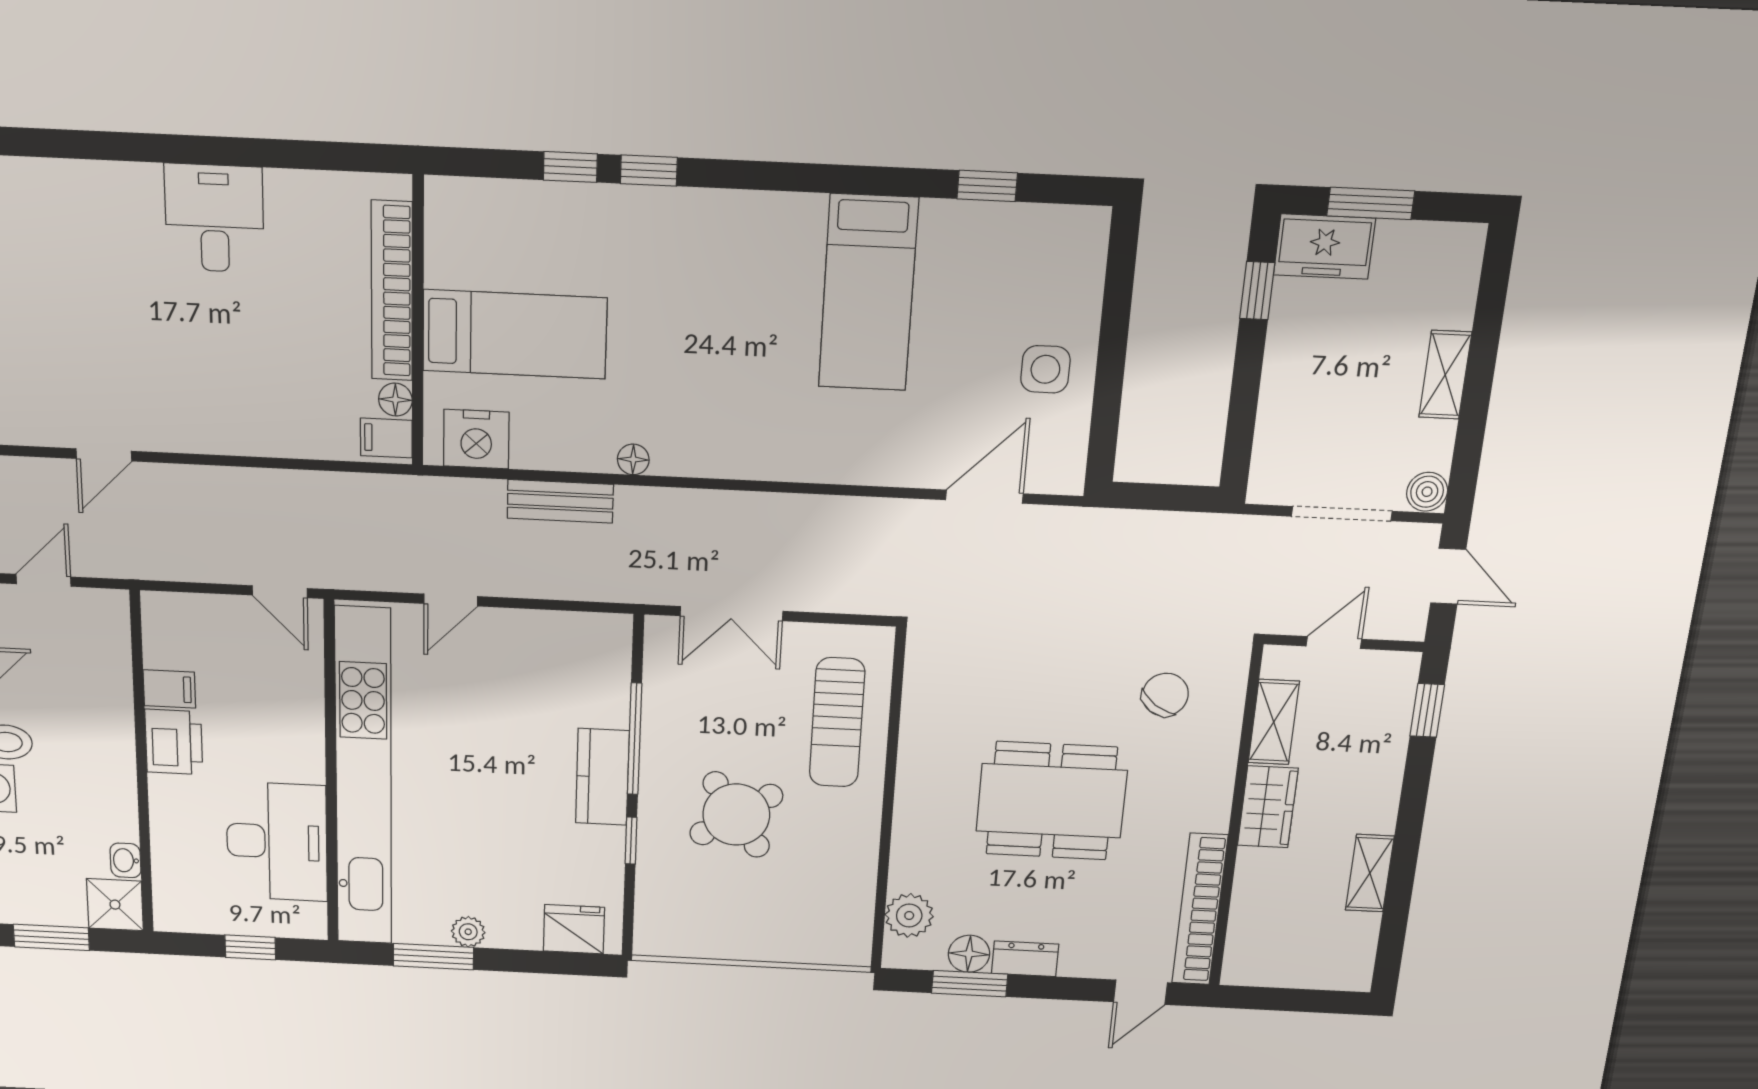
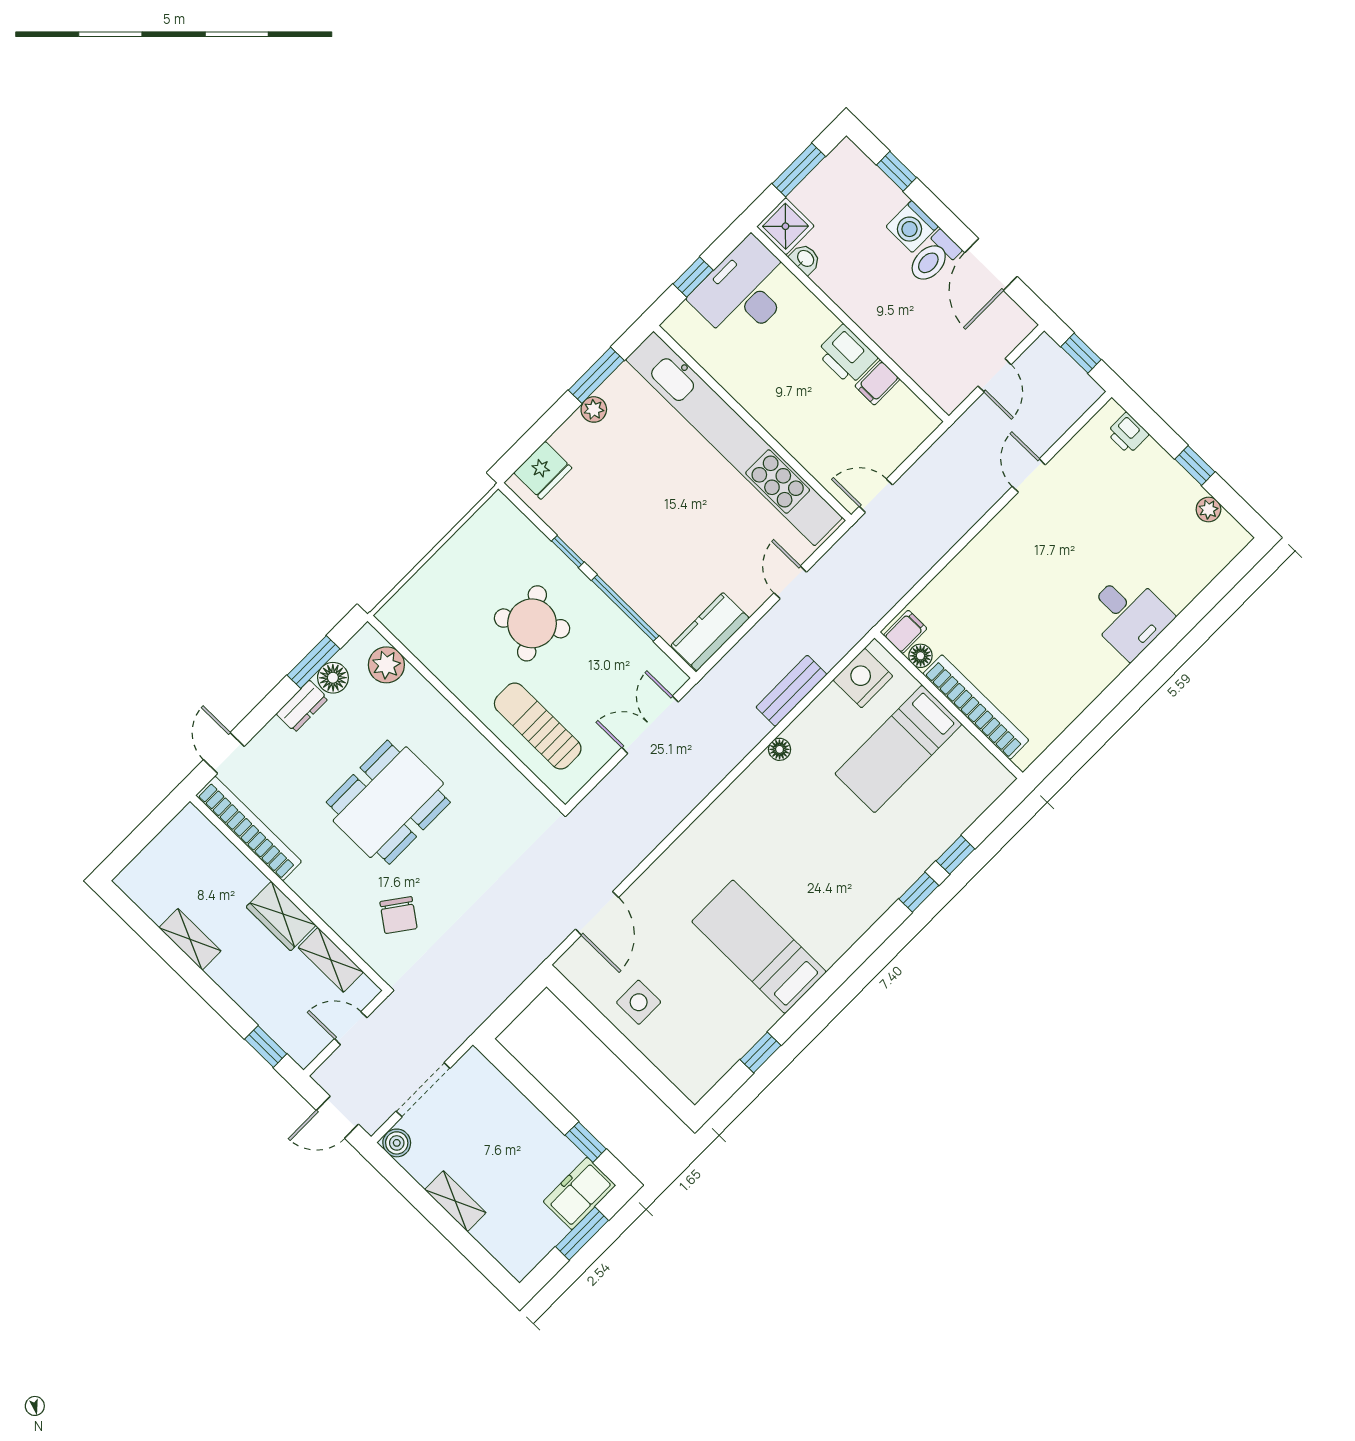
desk: (214, 218) -> (1128, 615), moved
door: (1334, 643) -> (351, 1028), swing flipped
kitchen counter: (602, 777) -> (710, 632), moved, turned -90
desk: (277, 842) -> (744, 291), moved, turned 90

